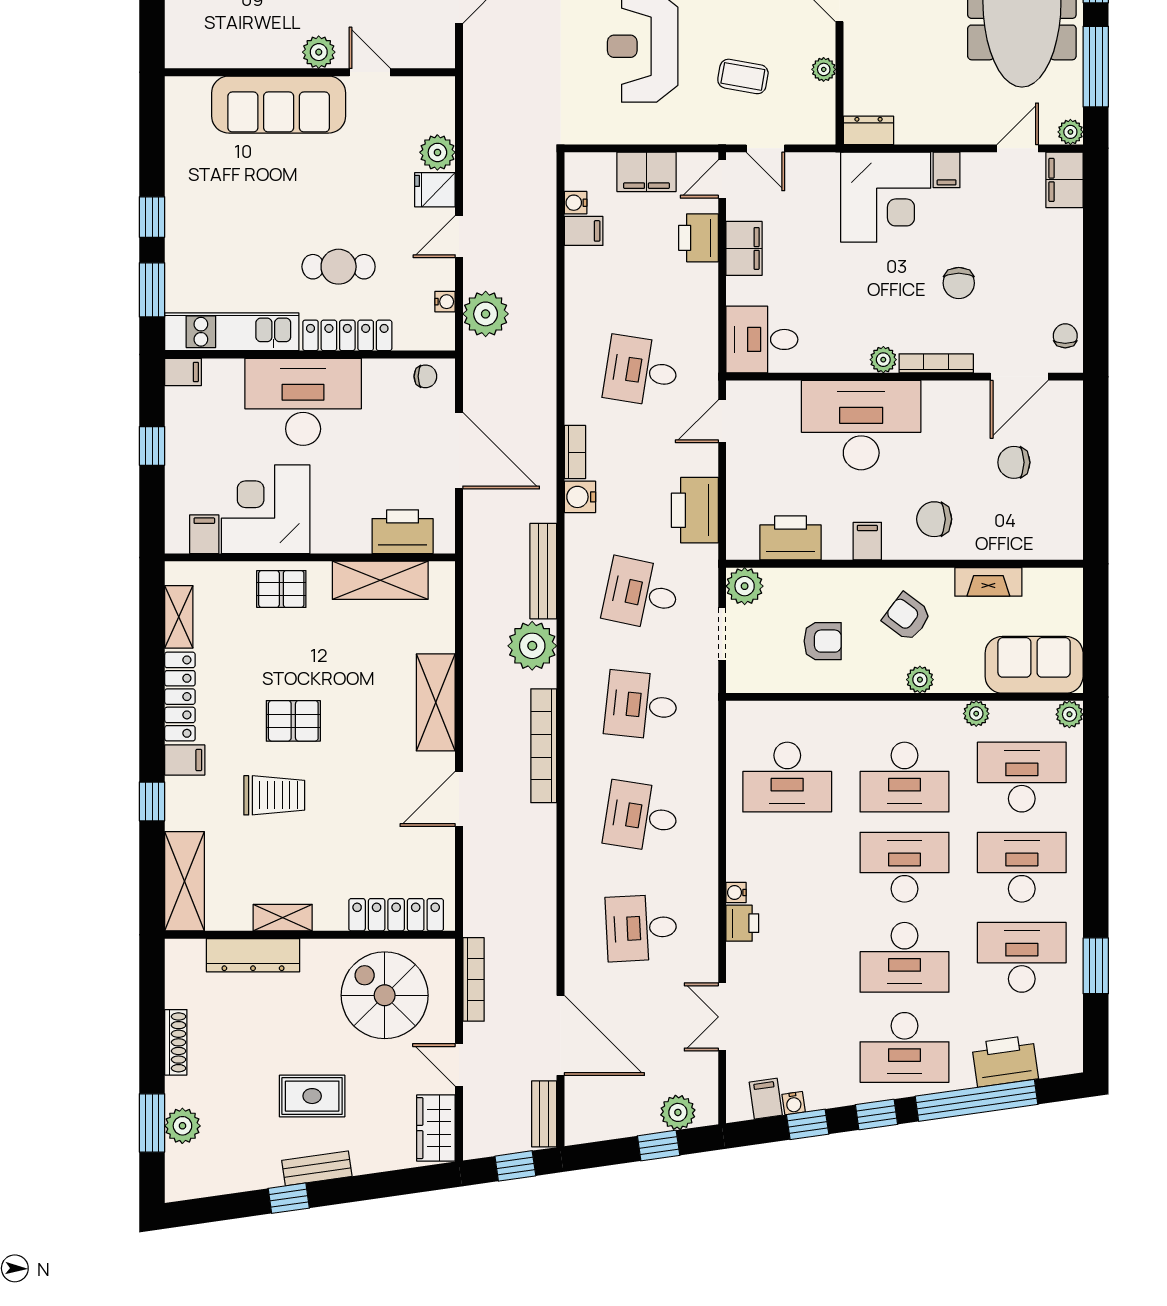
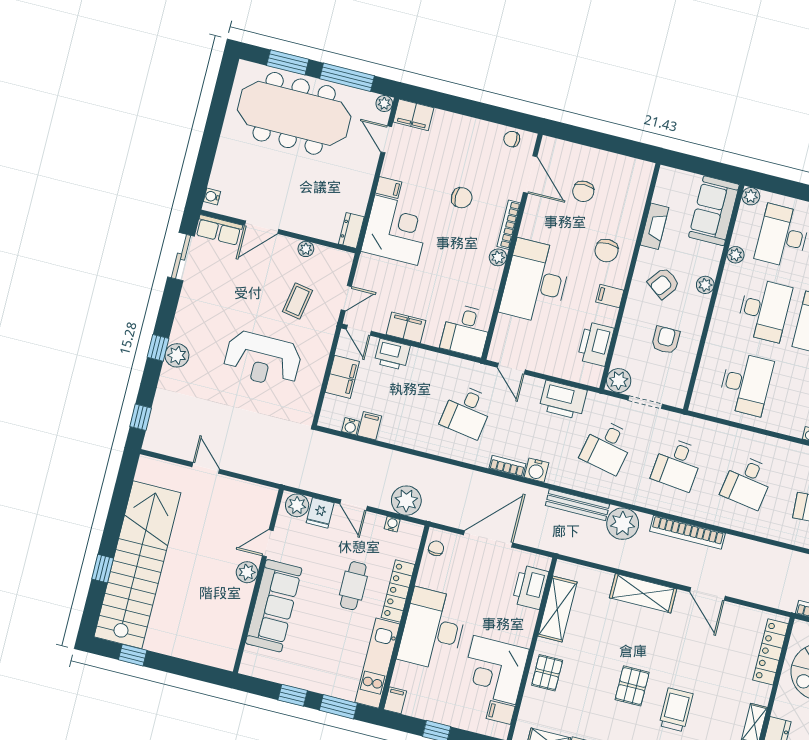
plant: (319, 52) -> (247, 572), moved
wall: (310, 72) -> (258, 581), moved
door: (370, 72) -> (268, 543), moved
sofa: (279, 105) -> (274, 606), moved

